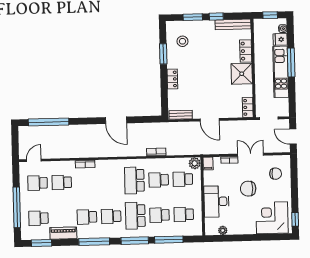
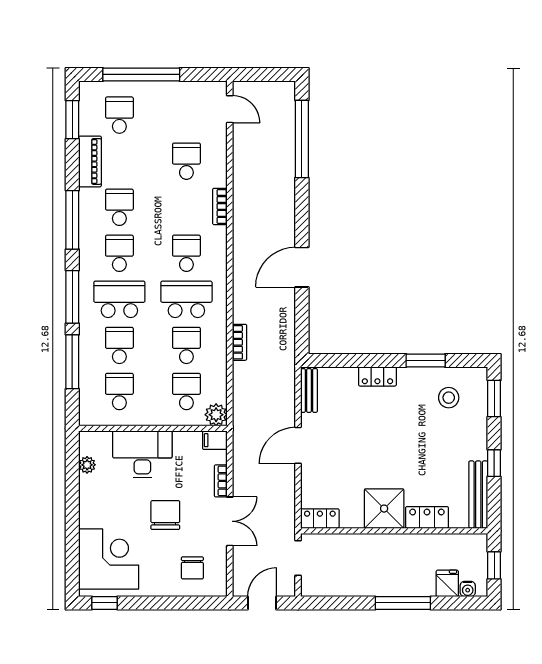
window: (193, 17) -> (494, 398), moved
kitchen unit: (281, 72) -> (386, 583), removed
school desk: (38, 183) -> (186, 253), moved

